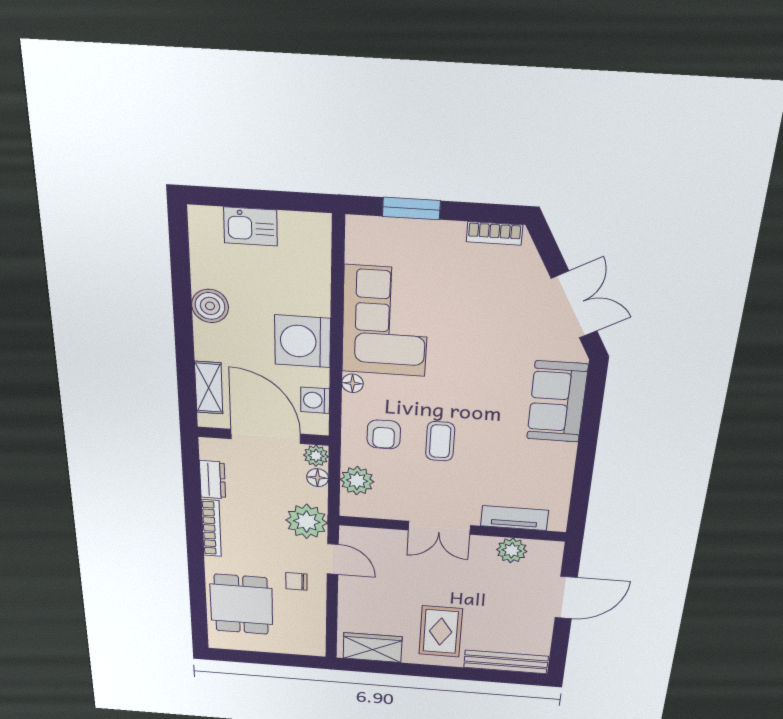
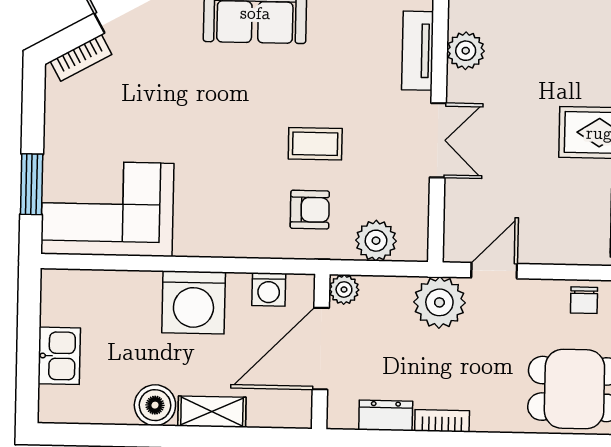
bookcase: (494, 233) -> (81, 58), moved, turned 61
corner sofa: (385, 321) -> (107, 209), moved
floor lamp: (352, 383) -> (244, 246), removed
shelving: (209, 388) -> (212, 412), moved
floor lamp: (318, 478) -> (375, 288), removed
bookcase: (211, 528) -> (442, 421), width x0.64
chair: (296, 581) -> (584, 300), moved

